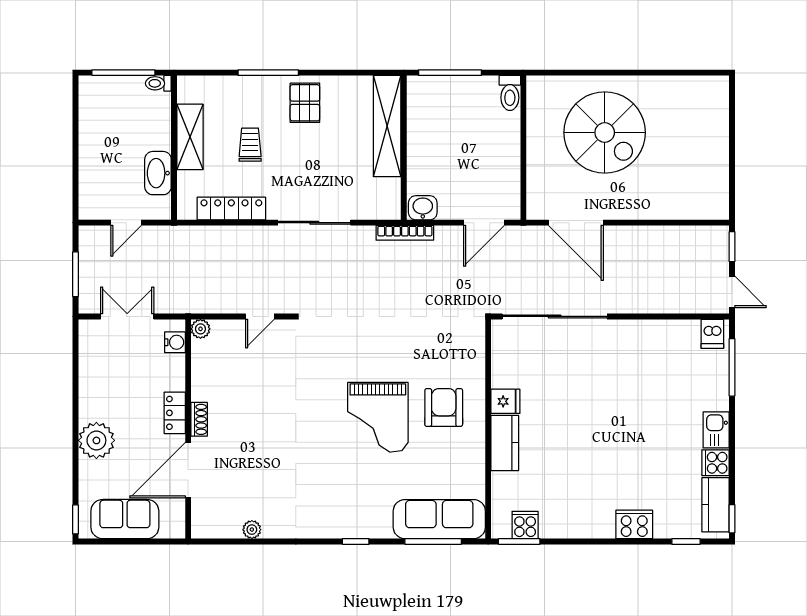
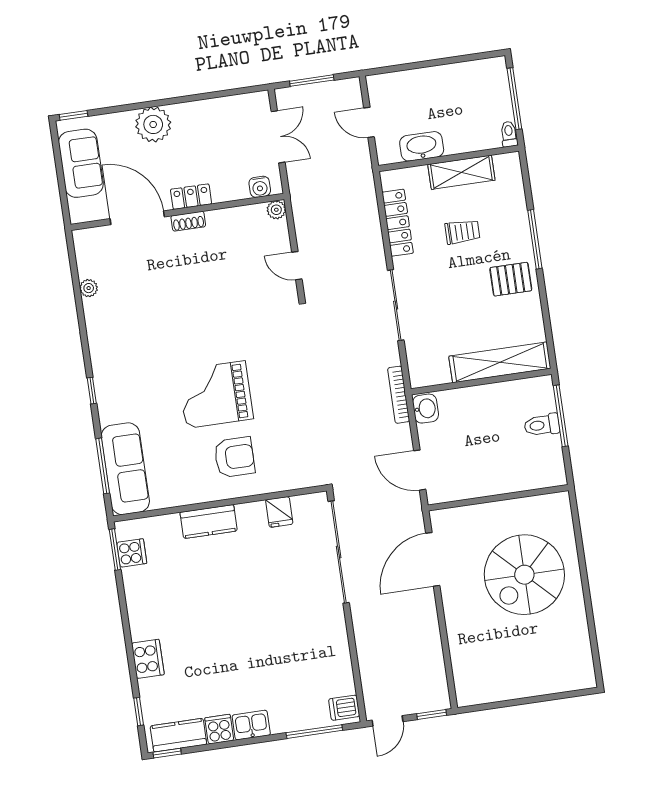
toilet: (510, 93) -> (542, 425), moved
fridge: (505, 401) -> (279, 512), moved

